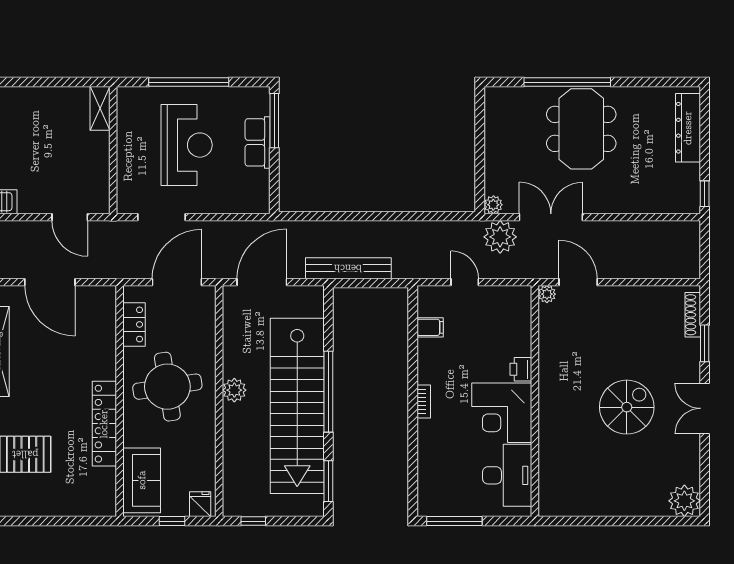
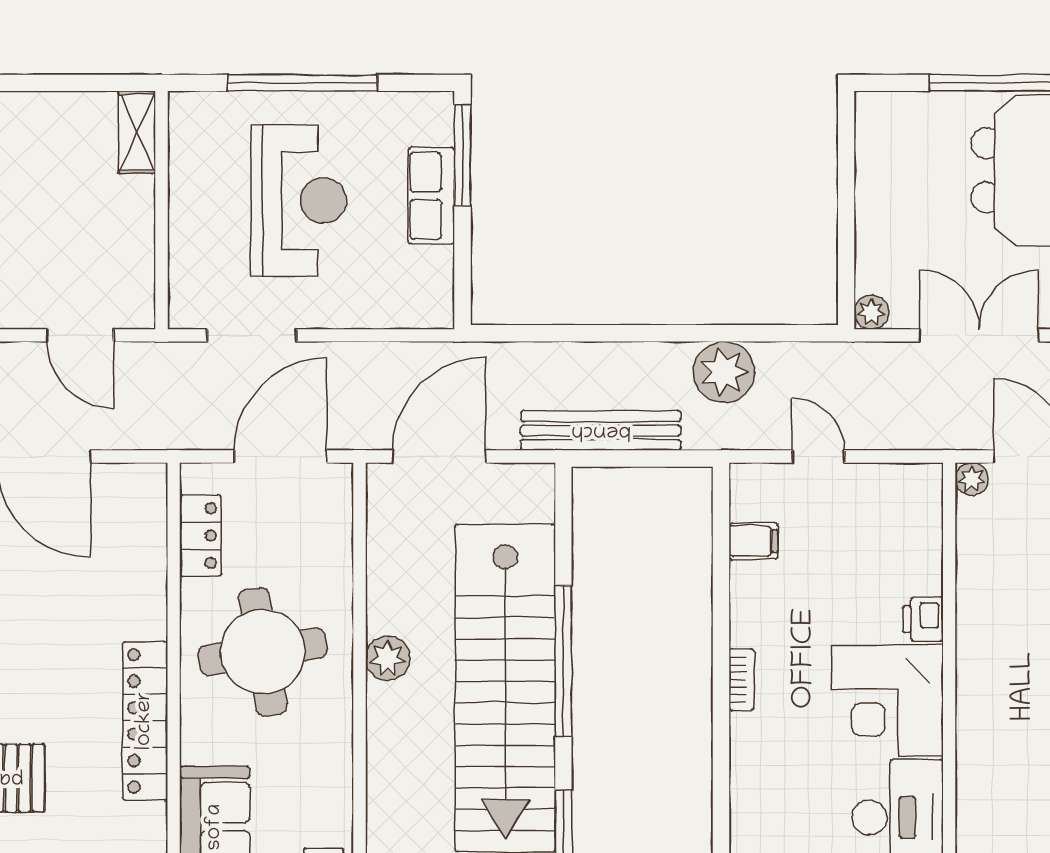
plant: (500, 237) -> (724, 372), moved

